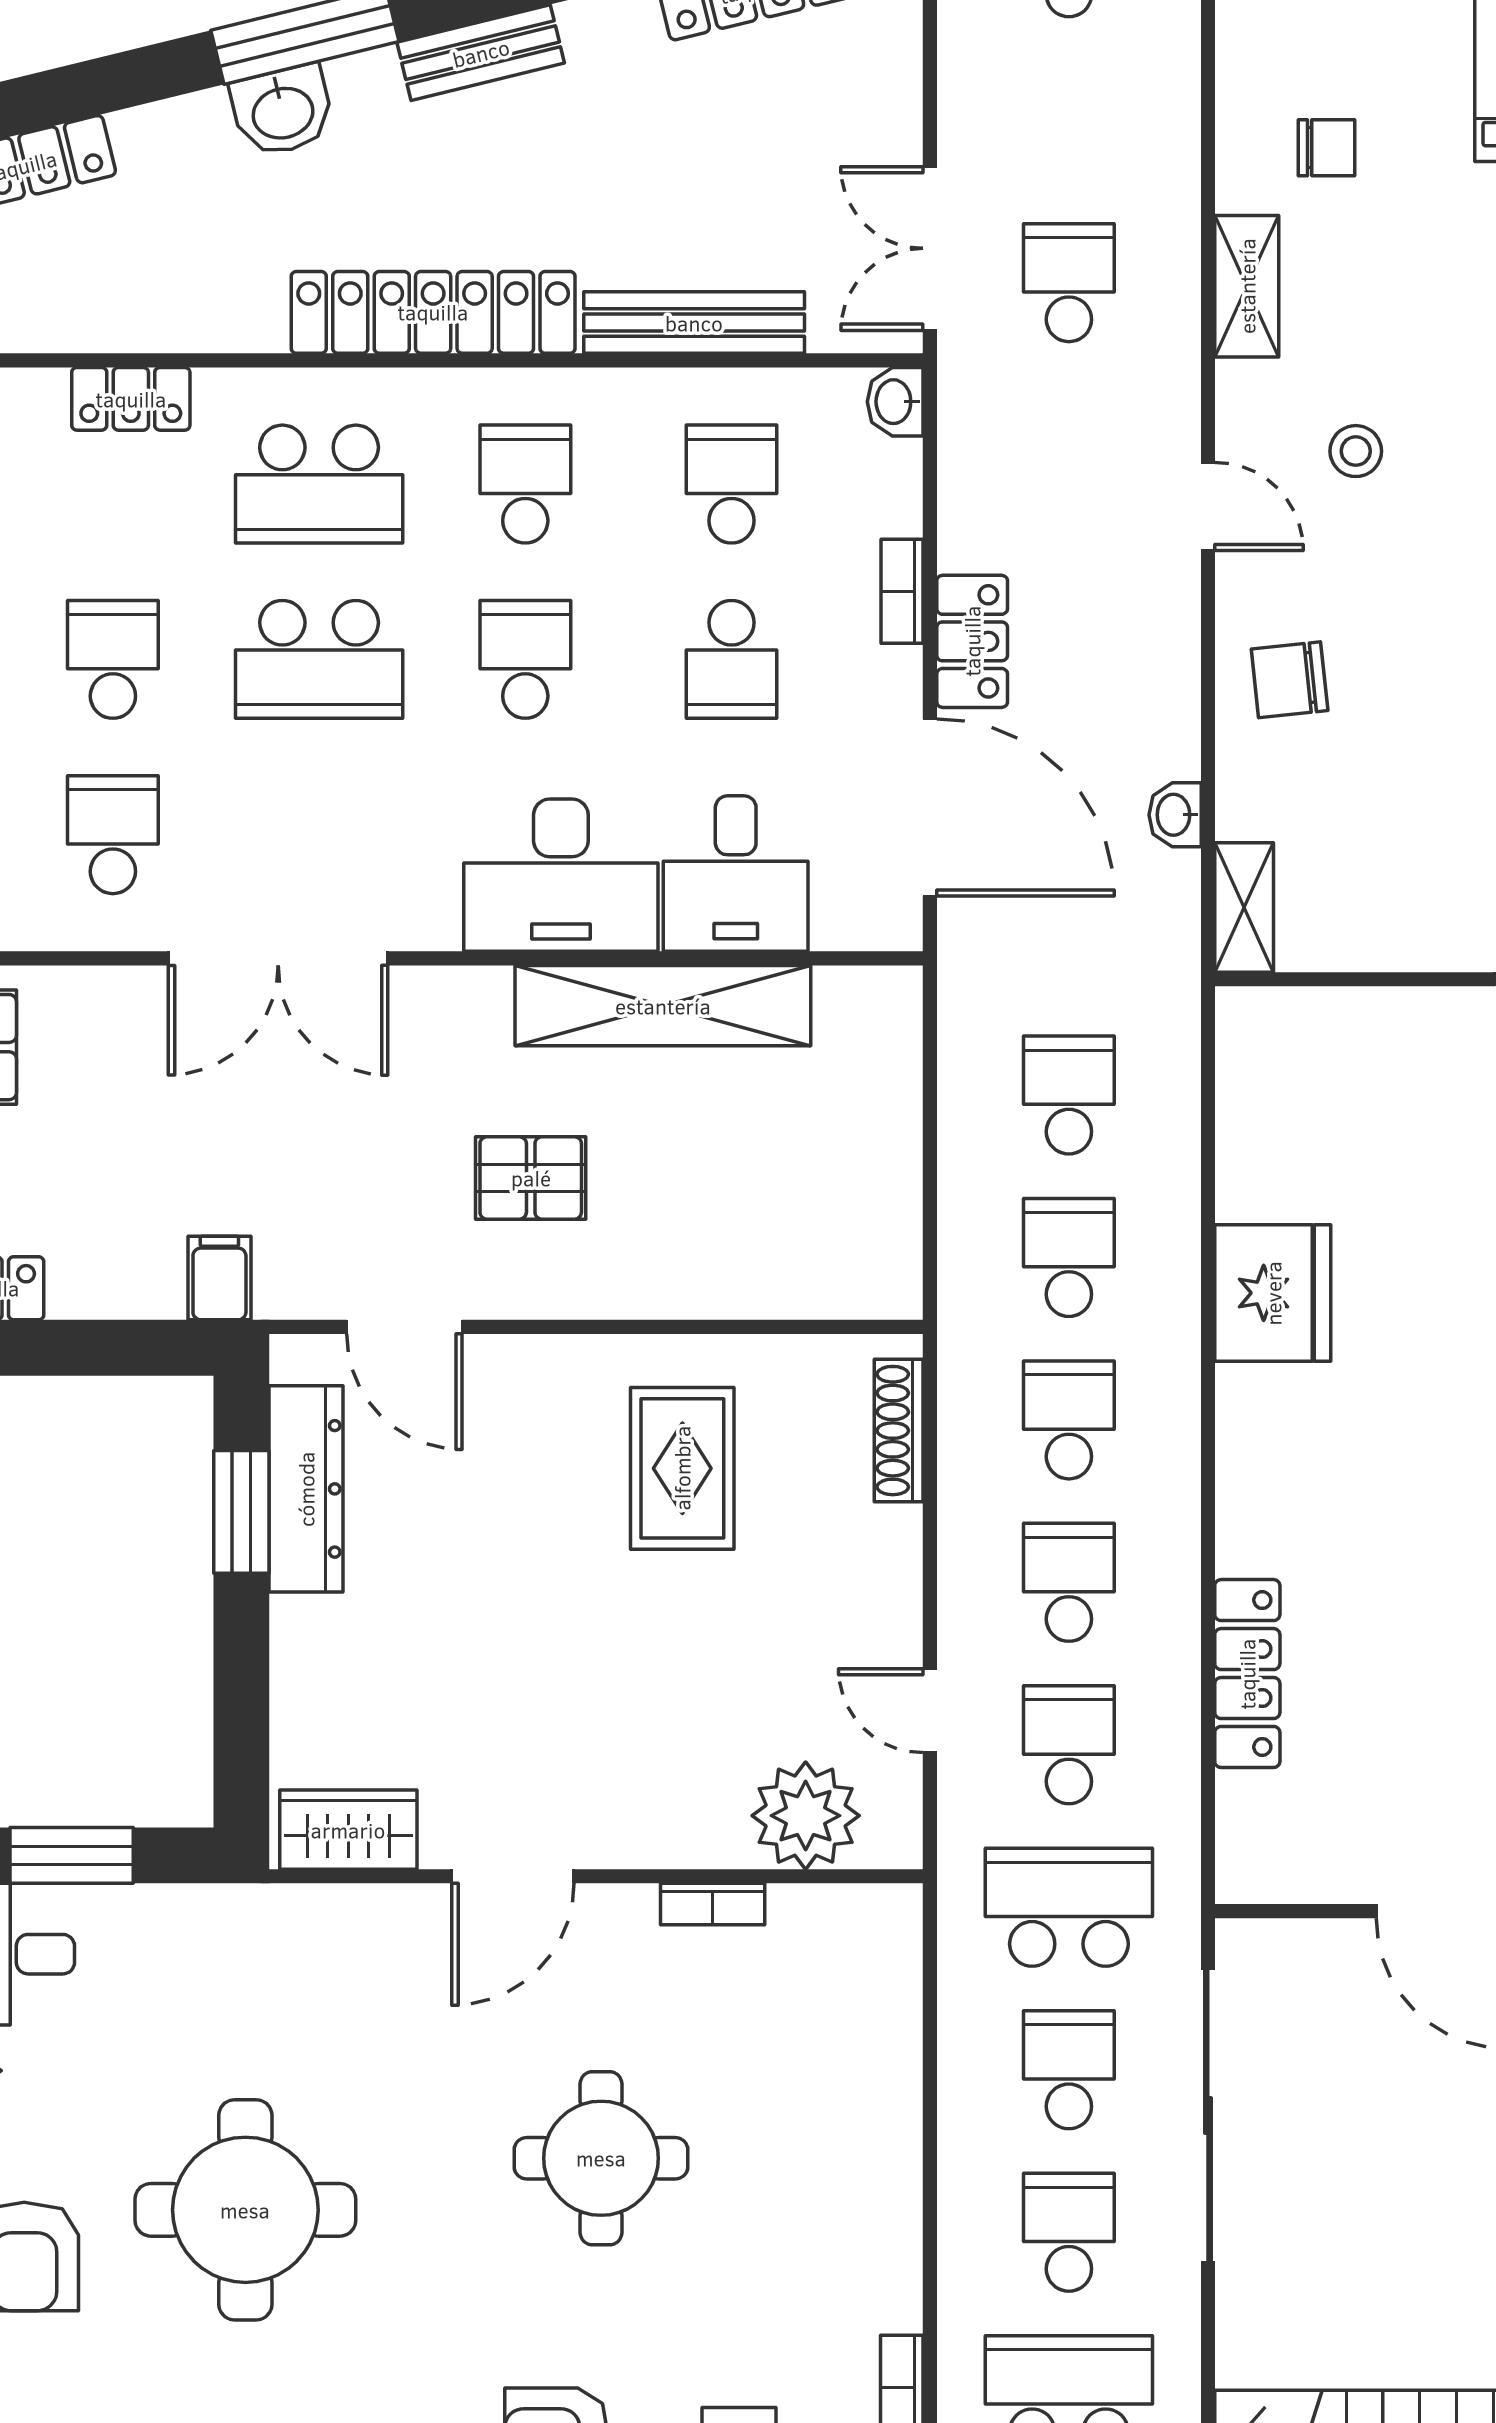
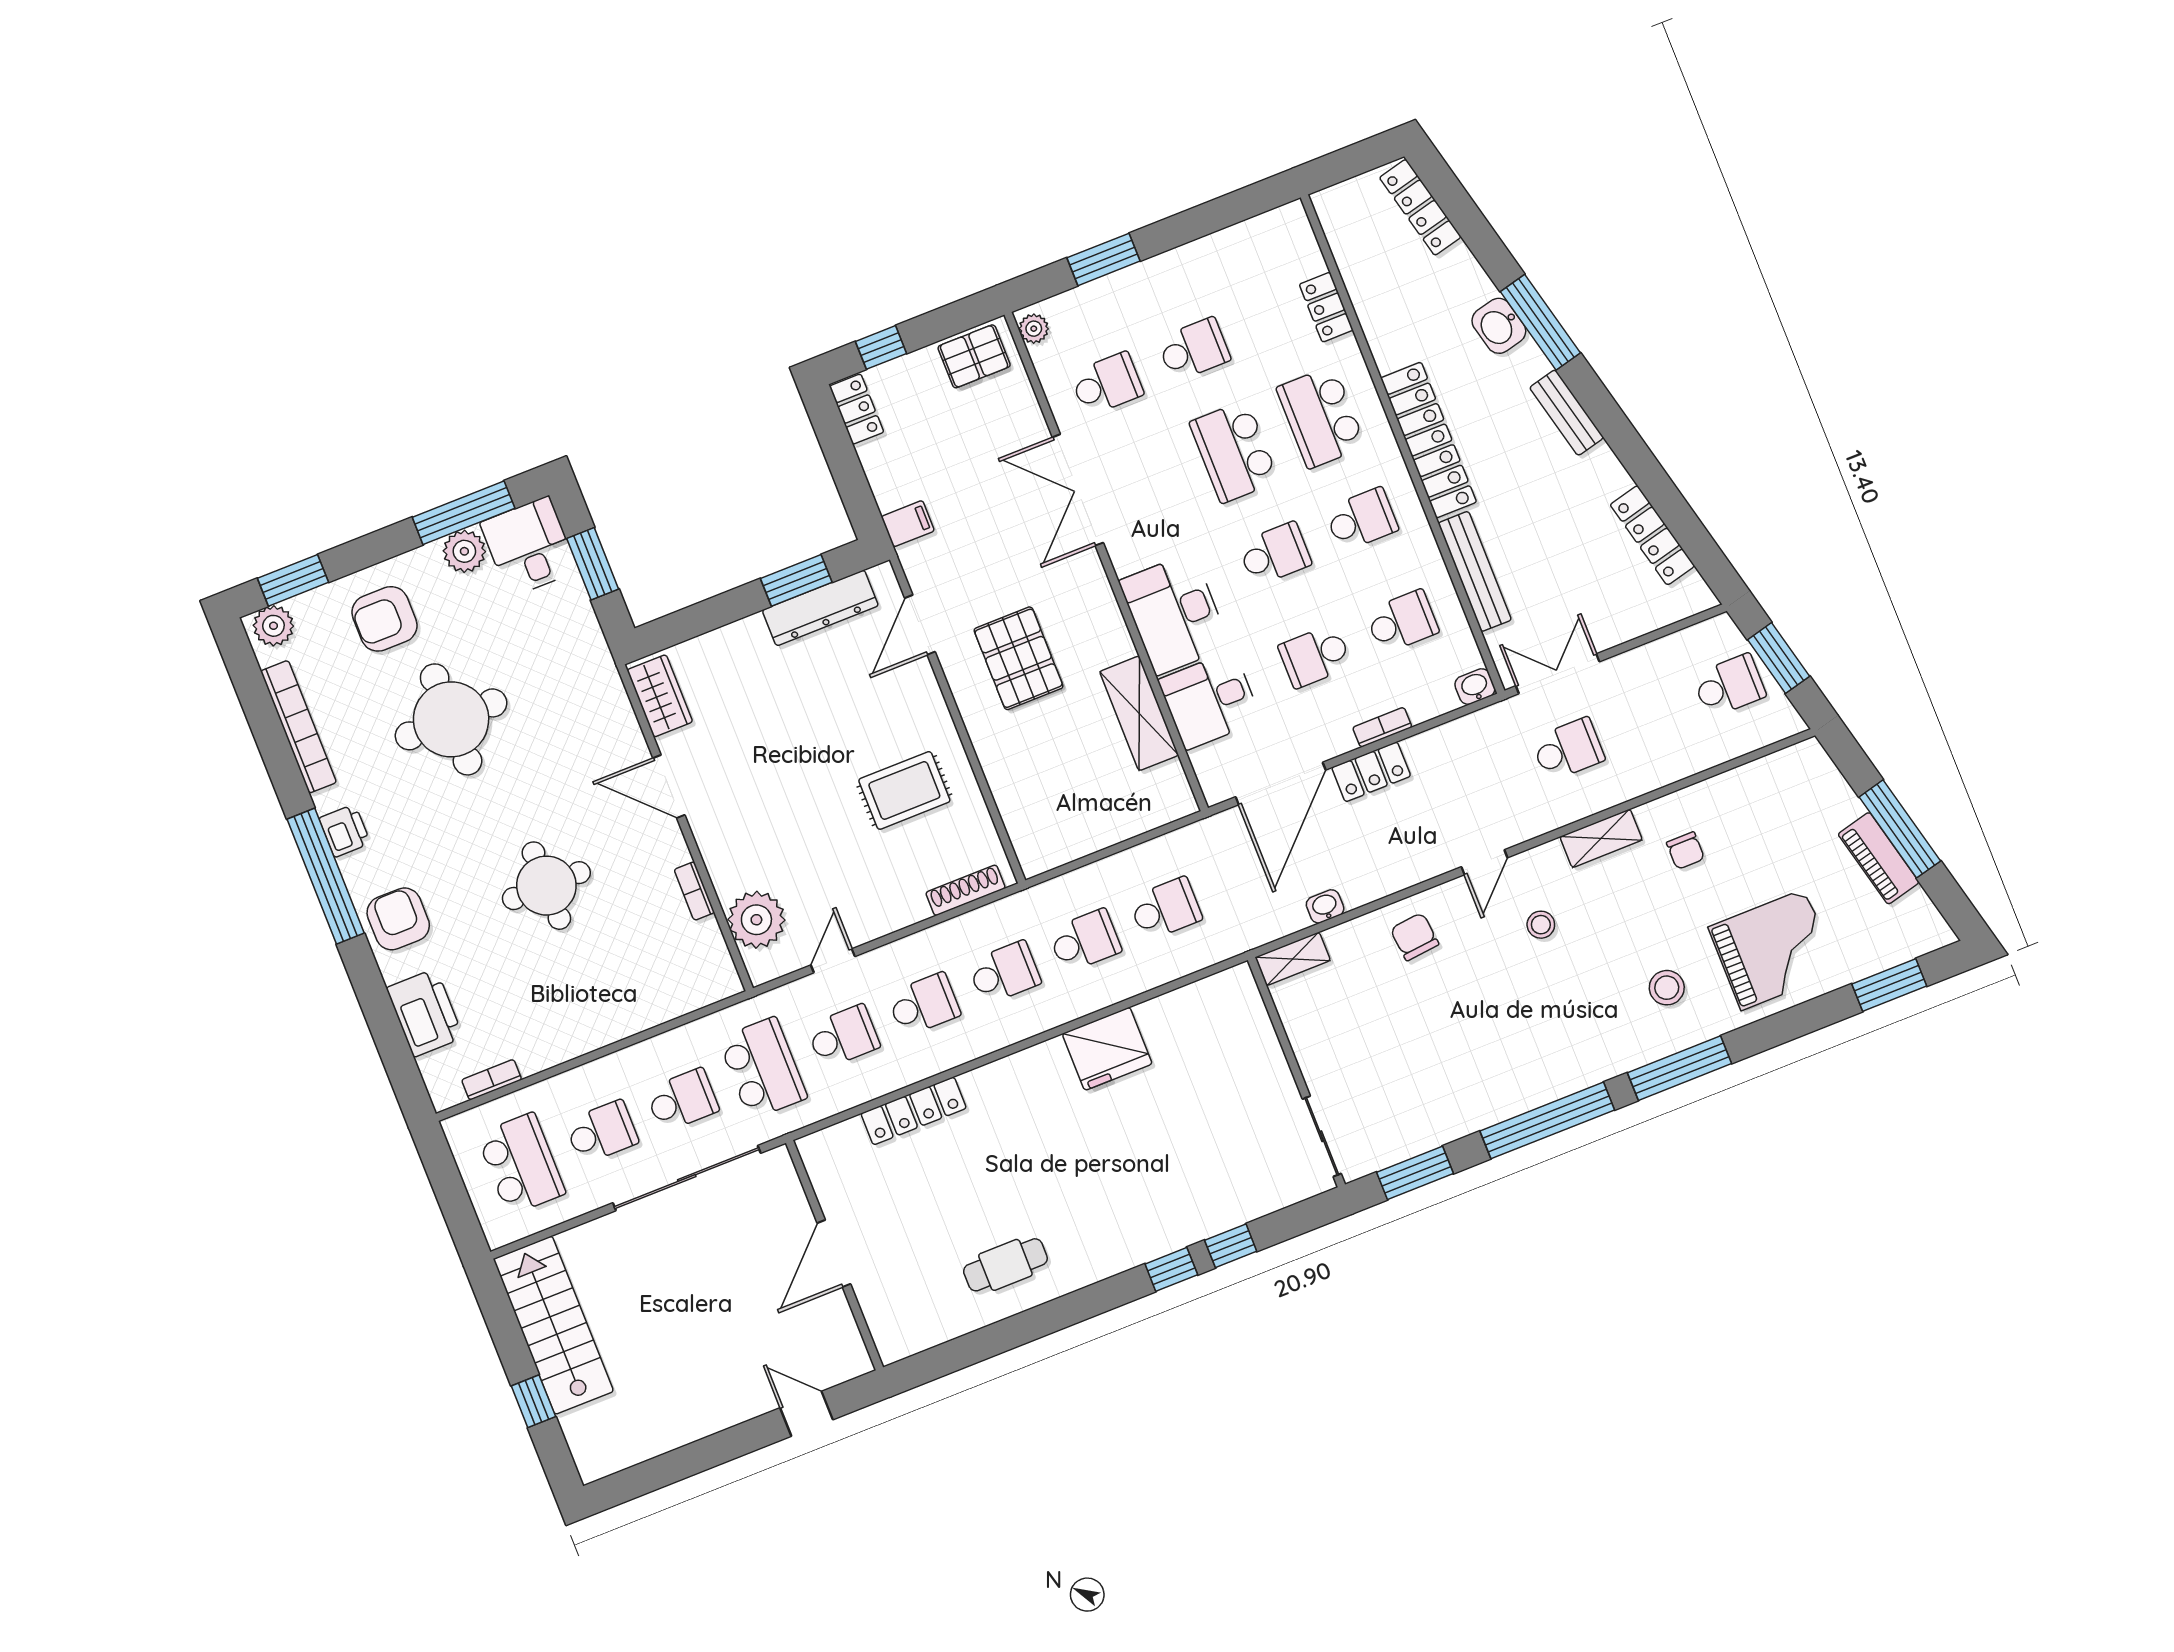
shelving: (663, 1006) -> (1139, 713), width x0.68
pallet: (531, 1178) -> (1019, 658), width x1.50, depth x1.42

